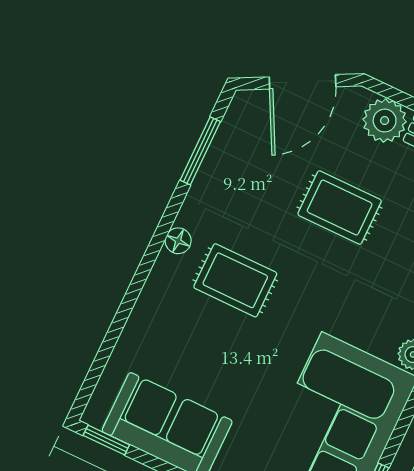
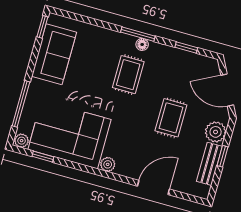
window: (200, 151) -> (186, 48), width x0.67
window: (155, 246) -> (138, 34), added

